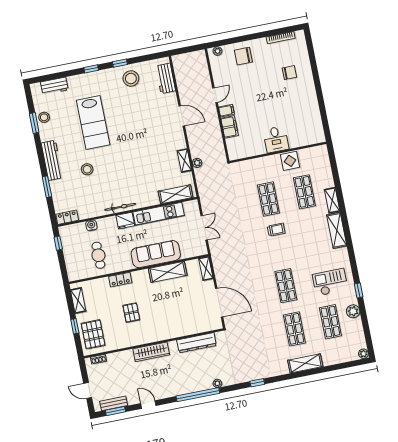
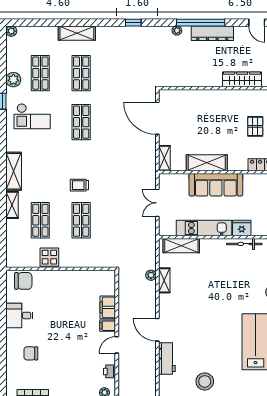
chair: (243, 56) -> (23, 281), moved
printer: (217, 71) -> (110, 371), added
workbench: (166, 78) -> (167, 358), moved
desk: (276, 139) -> (19, 316), moved, turned -90
dresser: (197, 343) -> (212, 33), moved, turned 180

